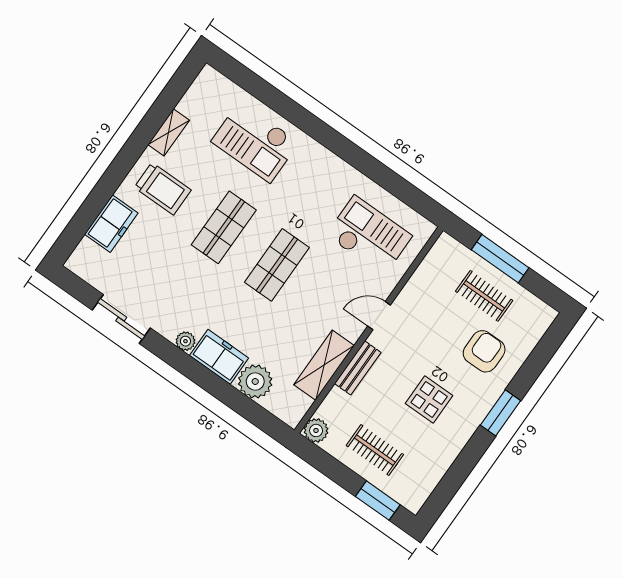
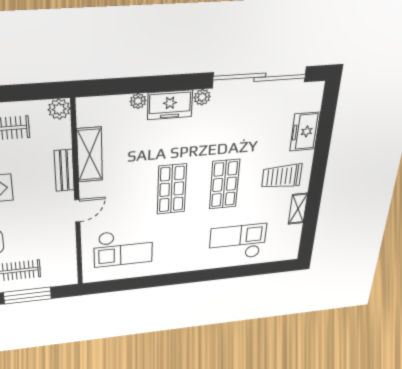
sliding door: (121, 319) -> (260, 77), width x1.86
plant: (255, 381) -> (138, 101), width x0.53, depth x0.53

